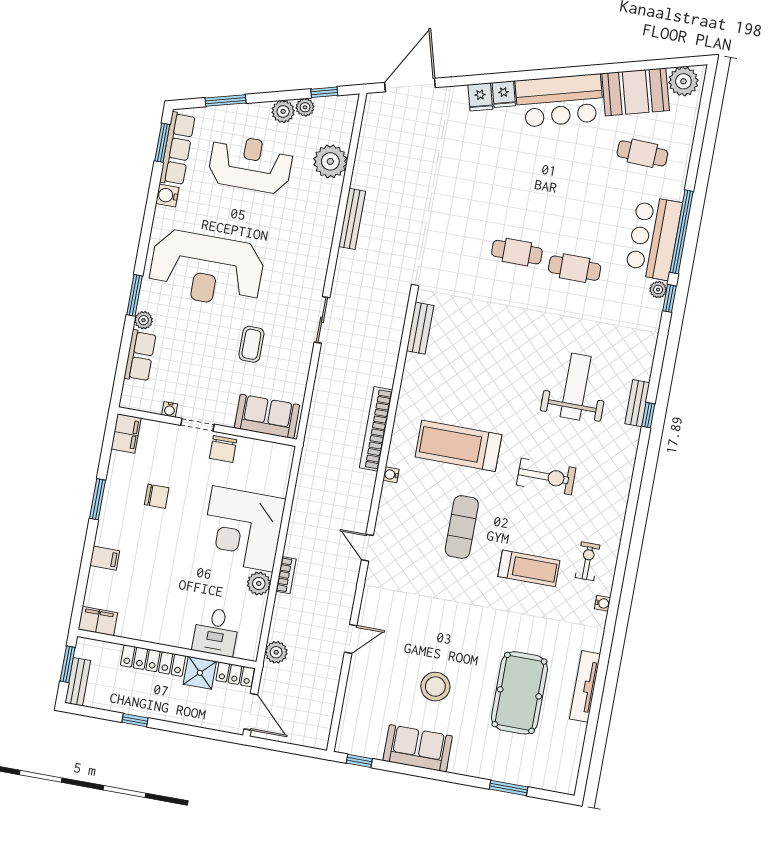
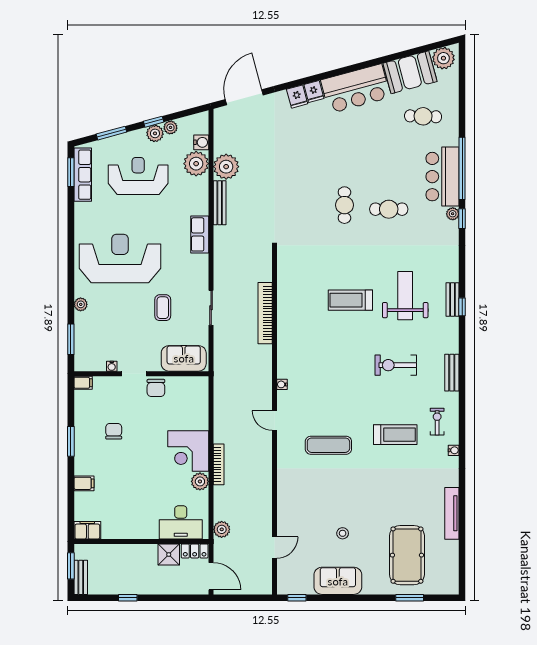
window: (324, 92) -> (154, 122), moved
plant: (369, 173) -> (226, 167), added
water cooler: (167, 195) -> (201, 142), moved, turned 180
cafe table: (517, 252) -> (344, 205), turned 90
reception desk: (207, 269) -> (120, 258), turned 180
window: (135, 295) -> (71, 339), moved
sliding door: (322, 320) -> (211, 308), moved
bench: (420, 328) -> (452, 373), moved
row of seats: (140, 356) -> (200, 234), moved, turned 180
bookcase: (376, 429) -> (265, 313), moved
filing cabinet: (126, 433) -> (83, 383), width x0.50
treadmill: (458, 446) -> (350, 300), moved, width x0.73, depth x0.73
exercise bike: (546, 477) -> (396, 365), turned 180
chair: (157, 496) -> (114, 431), turned -90
exercise mat: (462, 527) -> (328, 445), moved, turned 90
corner desk: (243, 529) -> (188, 451), width x0.74, depth x0.74
door: (367, 548) -> (274, 420), moved
bookcase: (286, 575) -> (219, 464), width x1.56
desk: (216, 632) -> (181, 522), width x1.37
door: (351, 639) -> (274, 548), moved
locker: (153, 661) -> (133, 552), removed
stool: (435, 687) -> (343, 533), width x0.53, depth x0.53
pool table: (519, 693) -> (407, 555), moved

